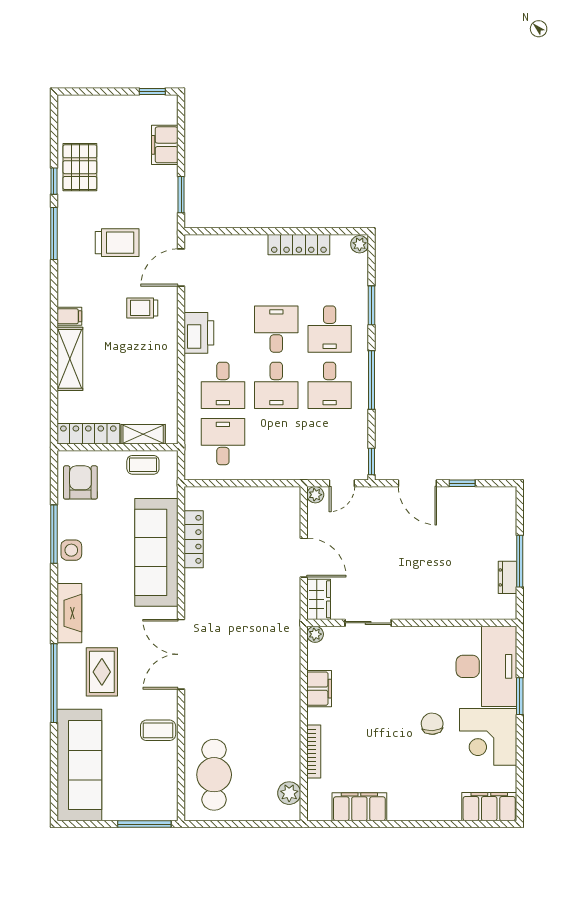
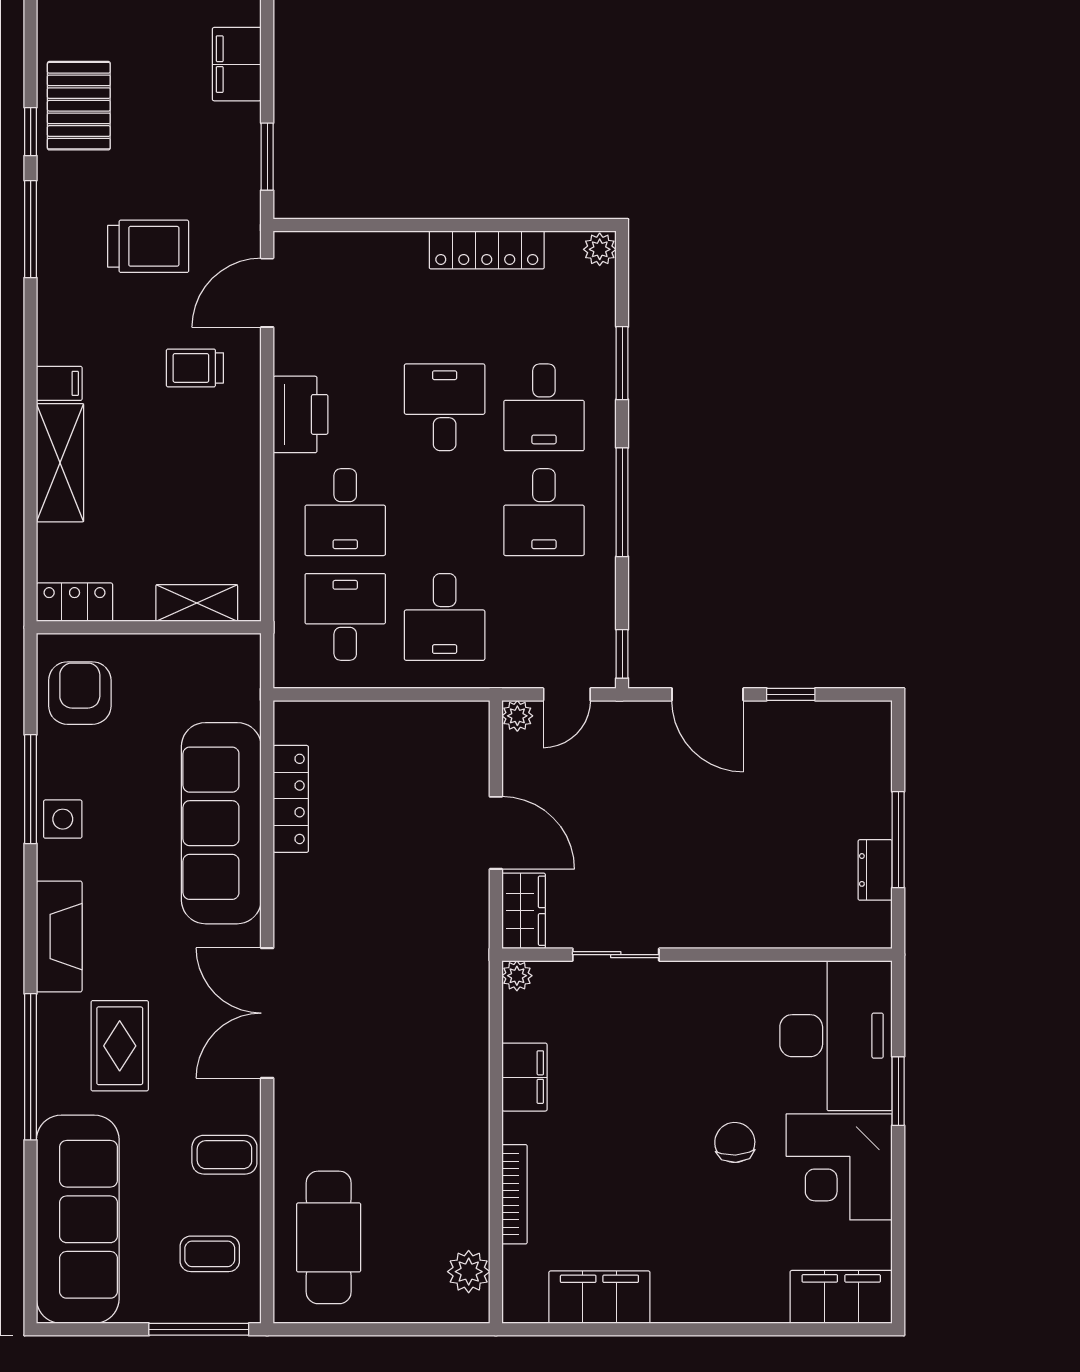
desk: (276, 385) -> (445, 617), moved
locker: (88, 434) -> (75, 602), width x0.66
coffee table: (143, 465) -> (210, 1254), moved

